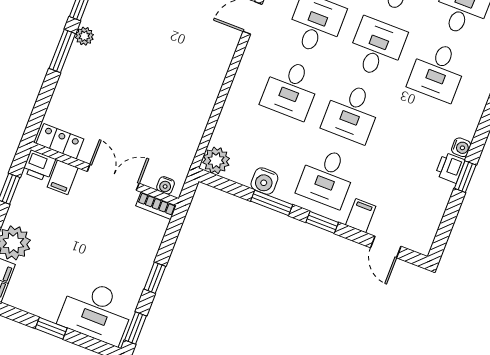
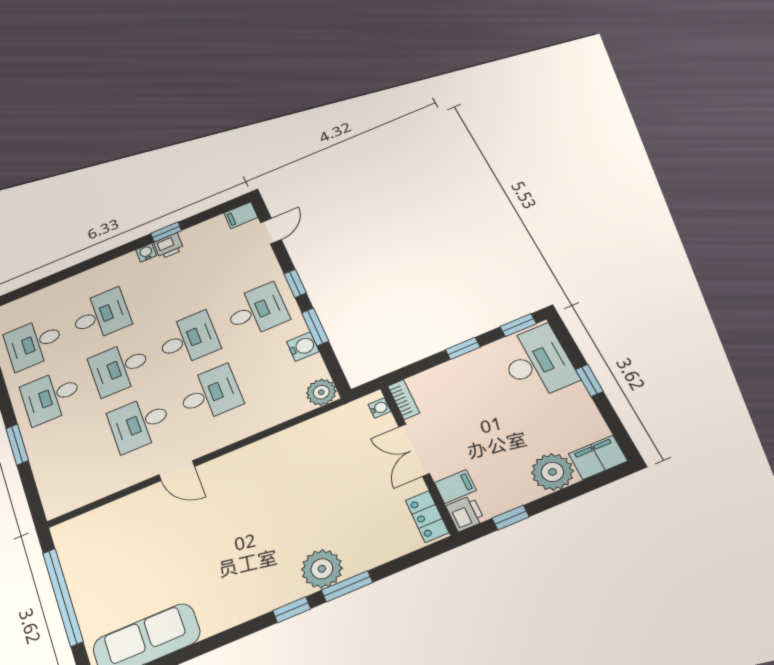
plant: (84, 36) -> (322, 569), width x1.87, depth x1.87
filing cabinet: (361, 216) -> (241, 215), moved

